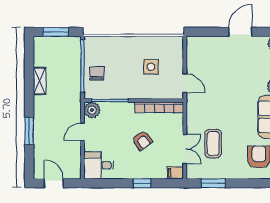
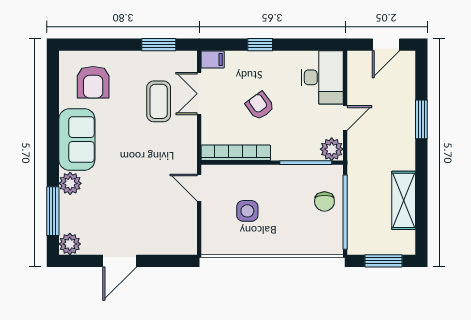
shelving: (40, 81) -> (404, 200), width x1.50, depth x1.33
desk: (99, 165) -> (322, 77), width x1.37
door: (54, 183) -> (386, 45), hinge flipped

